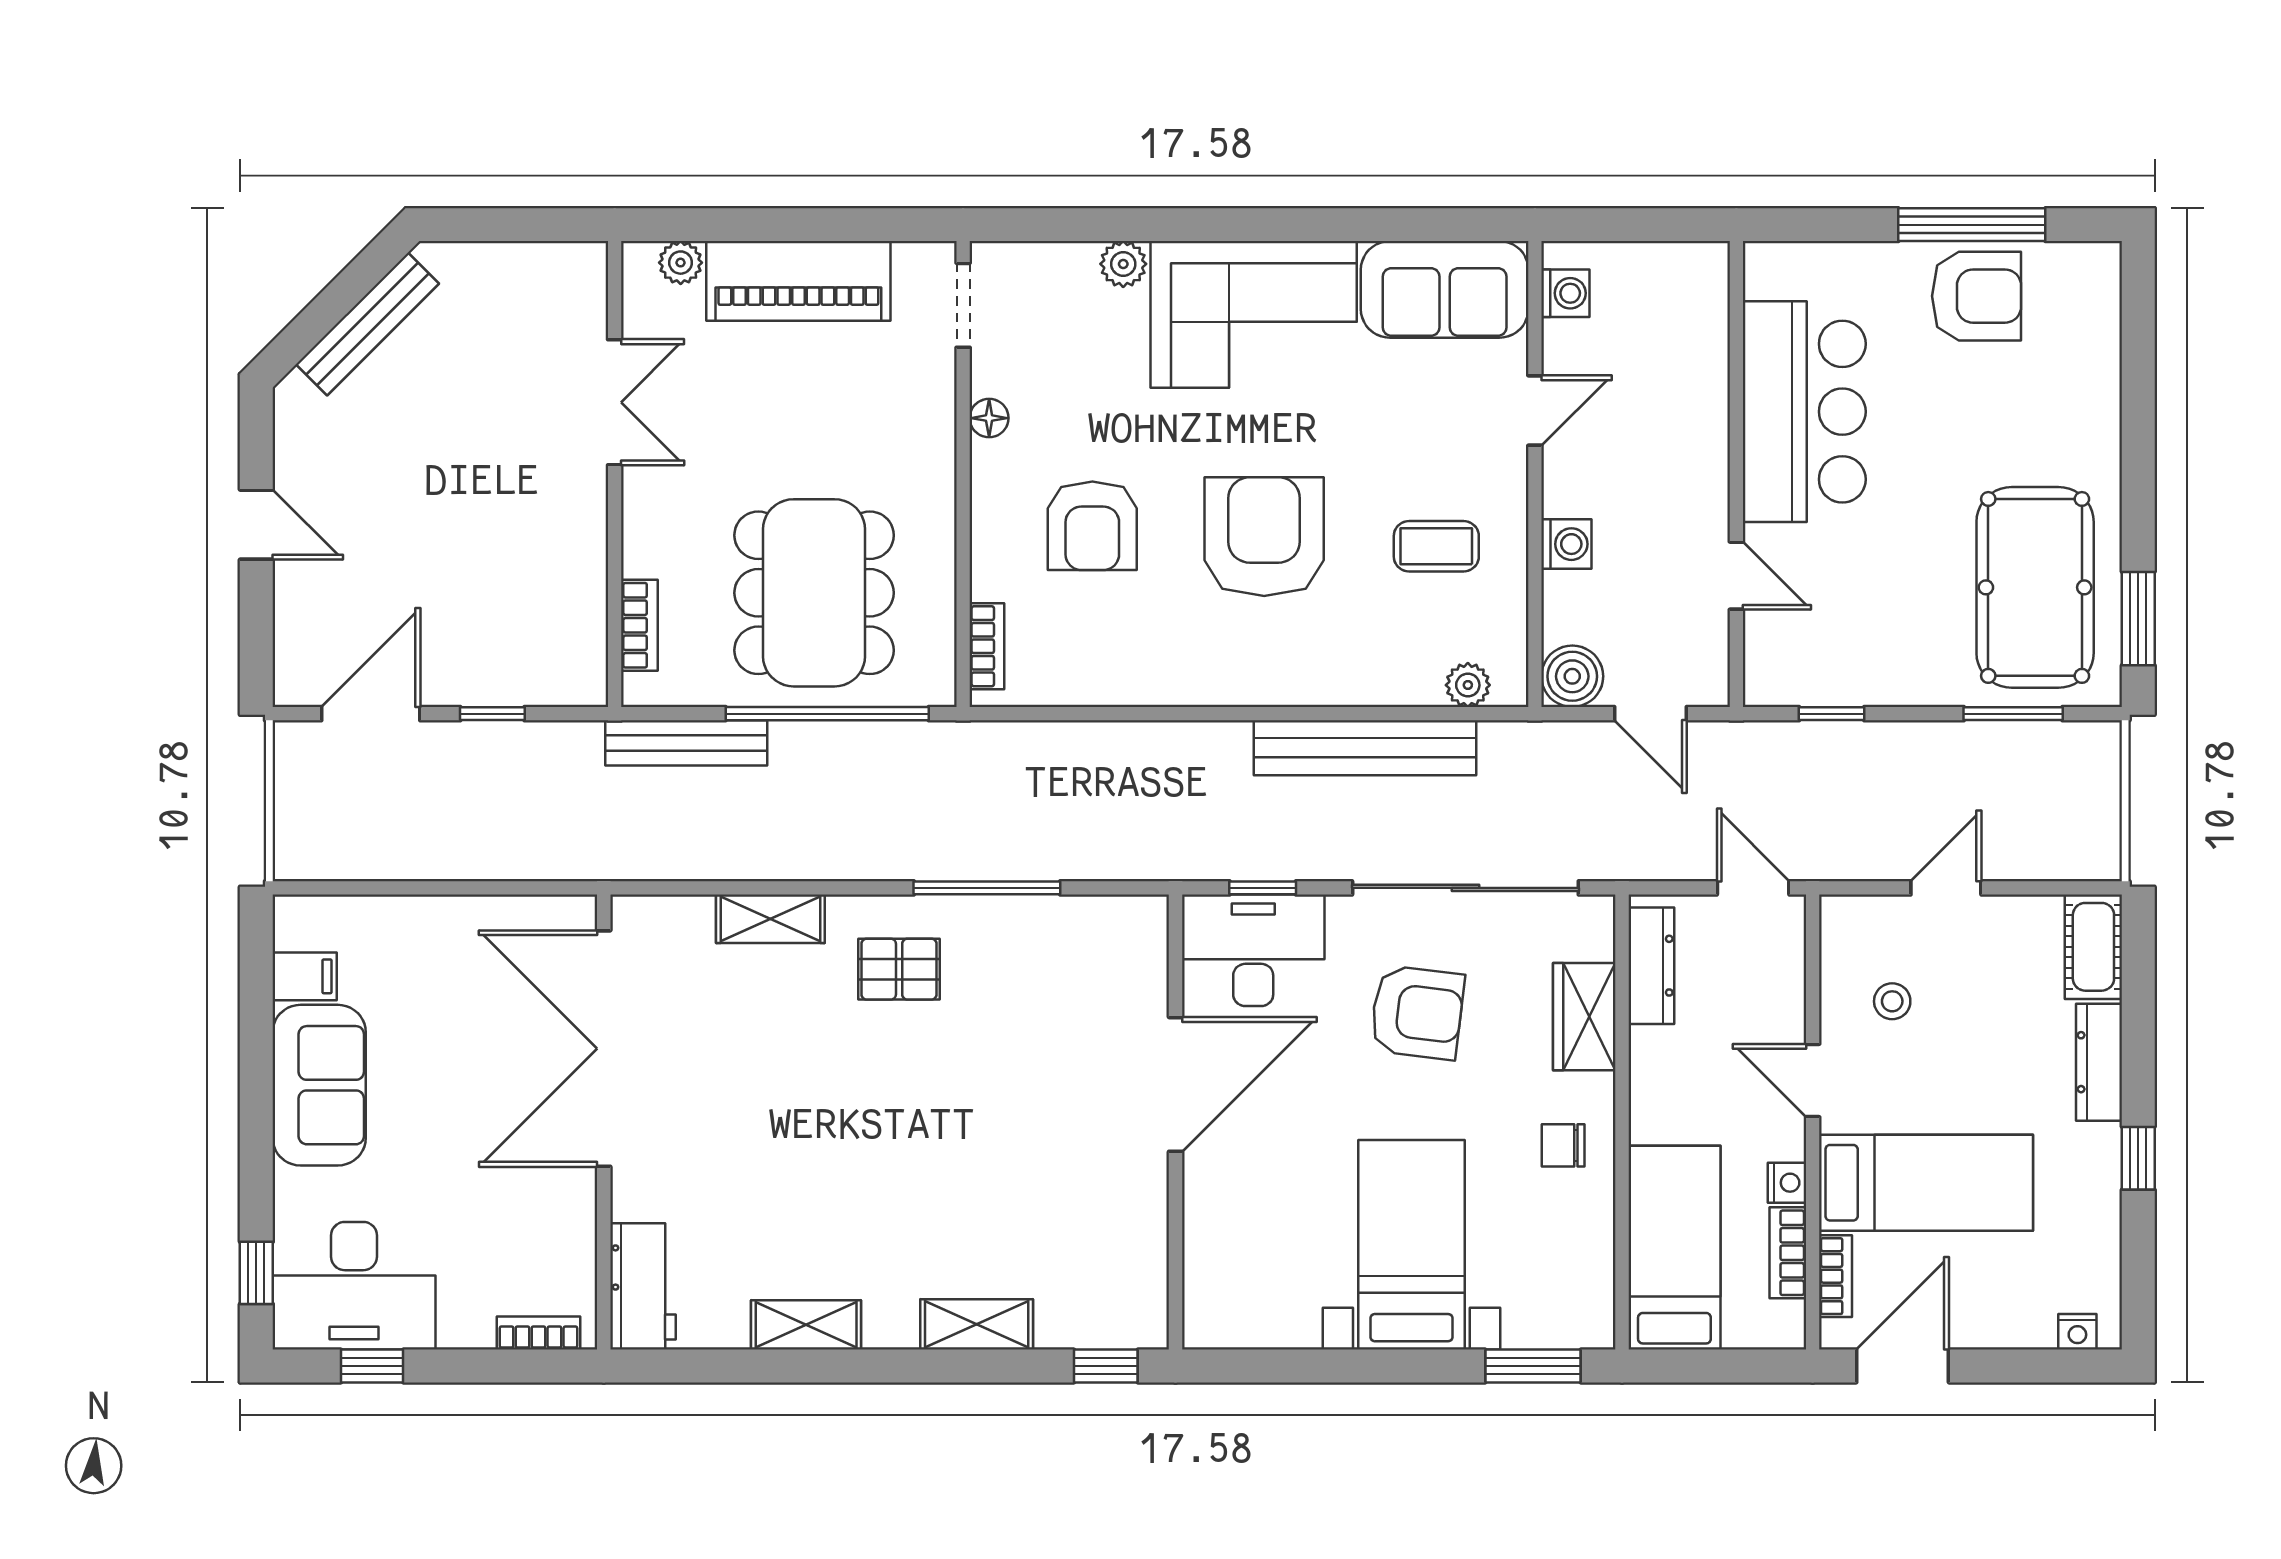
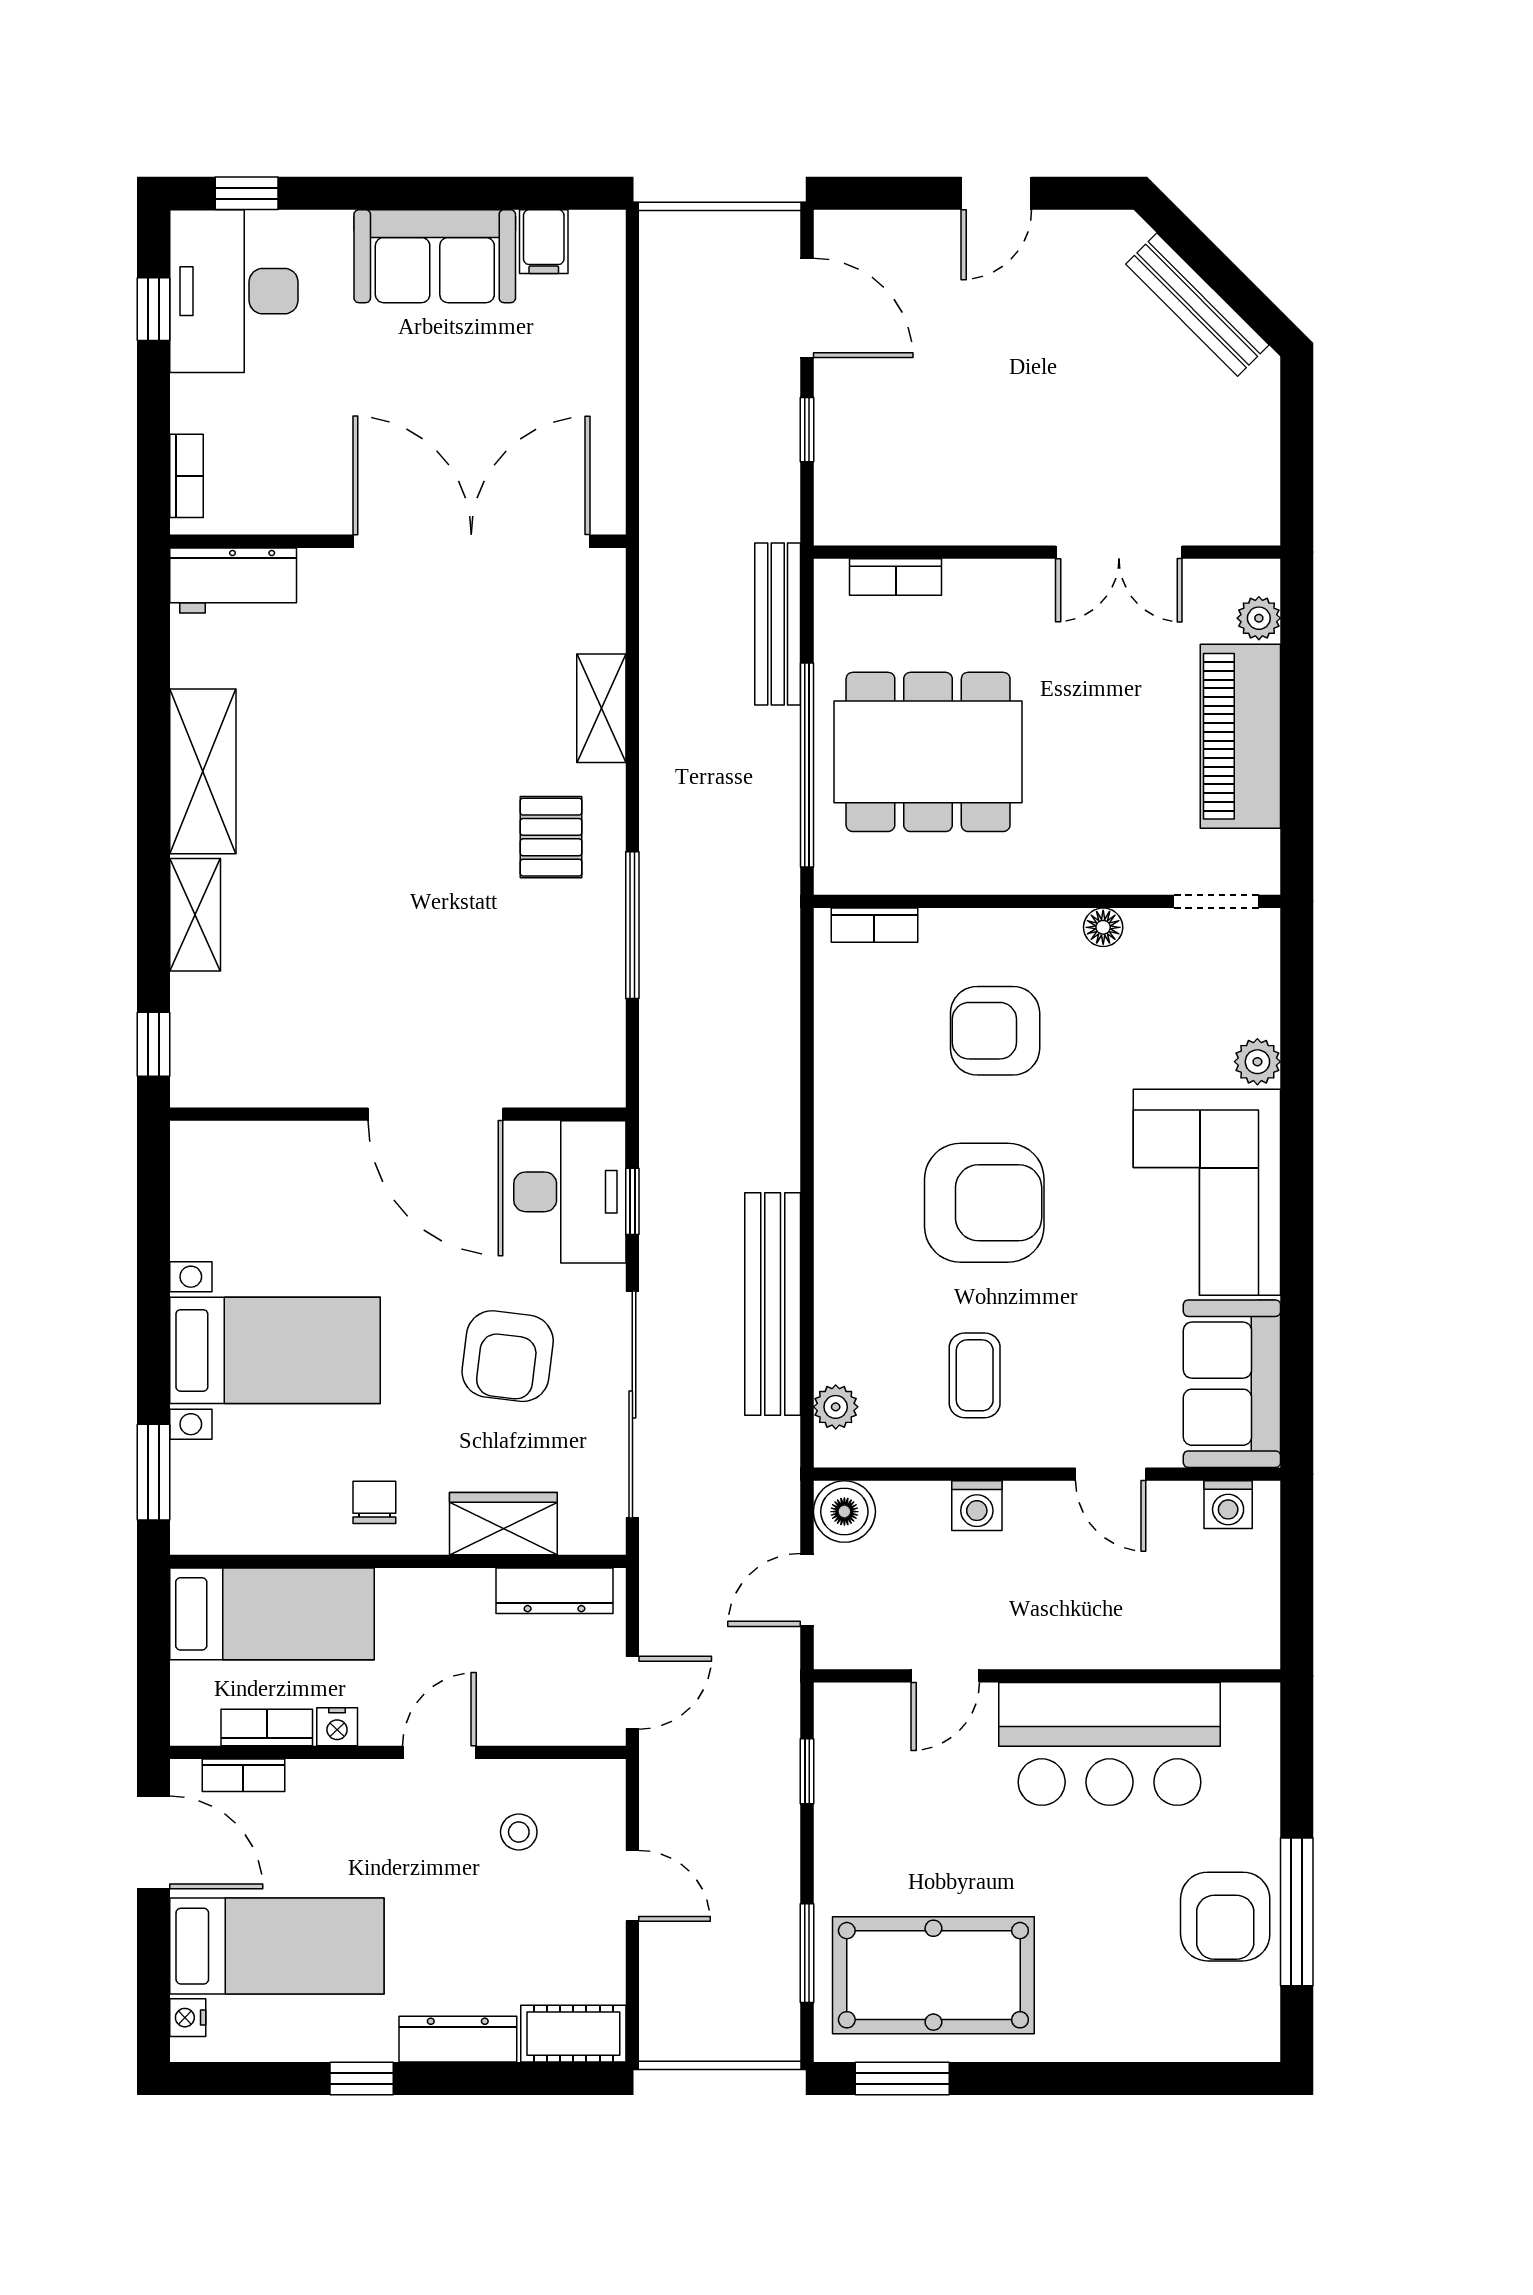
bed: (1926, 1183) -> (277, 1946), moved, turned -90
shelving: (806, 1325) -> (203, 771), width x1.50, depth x1.33

